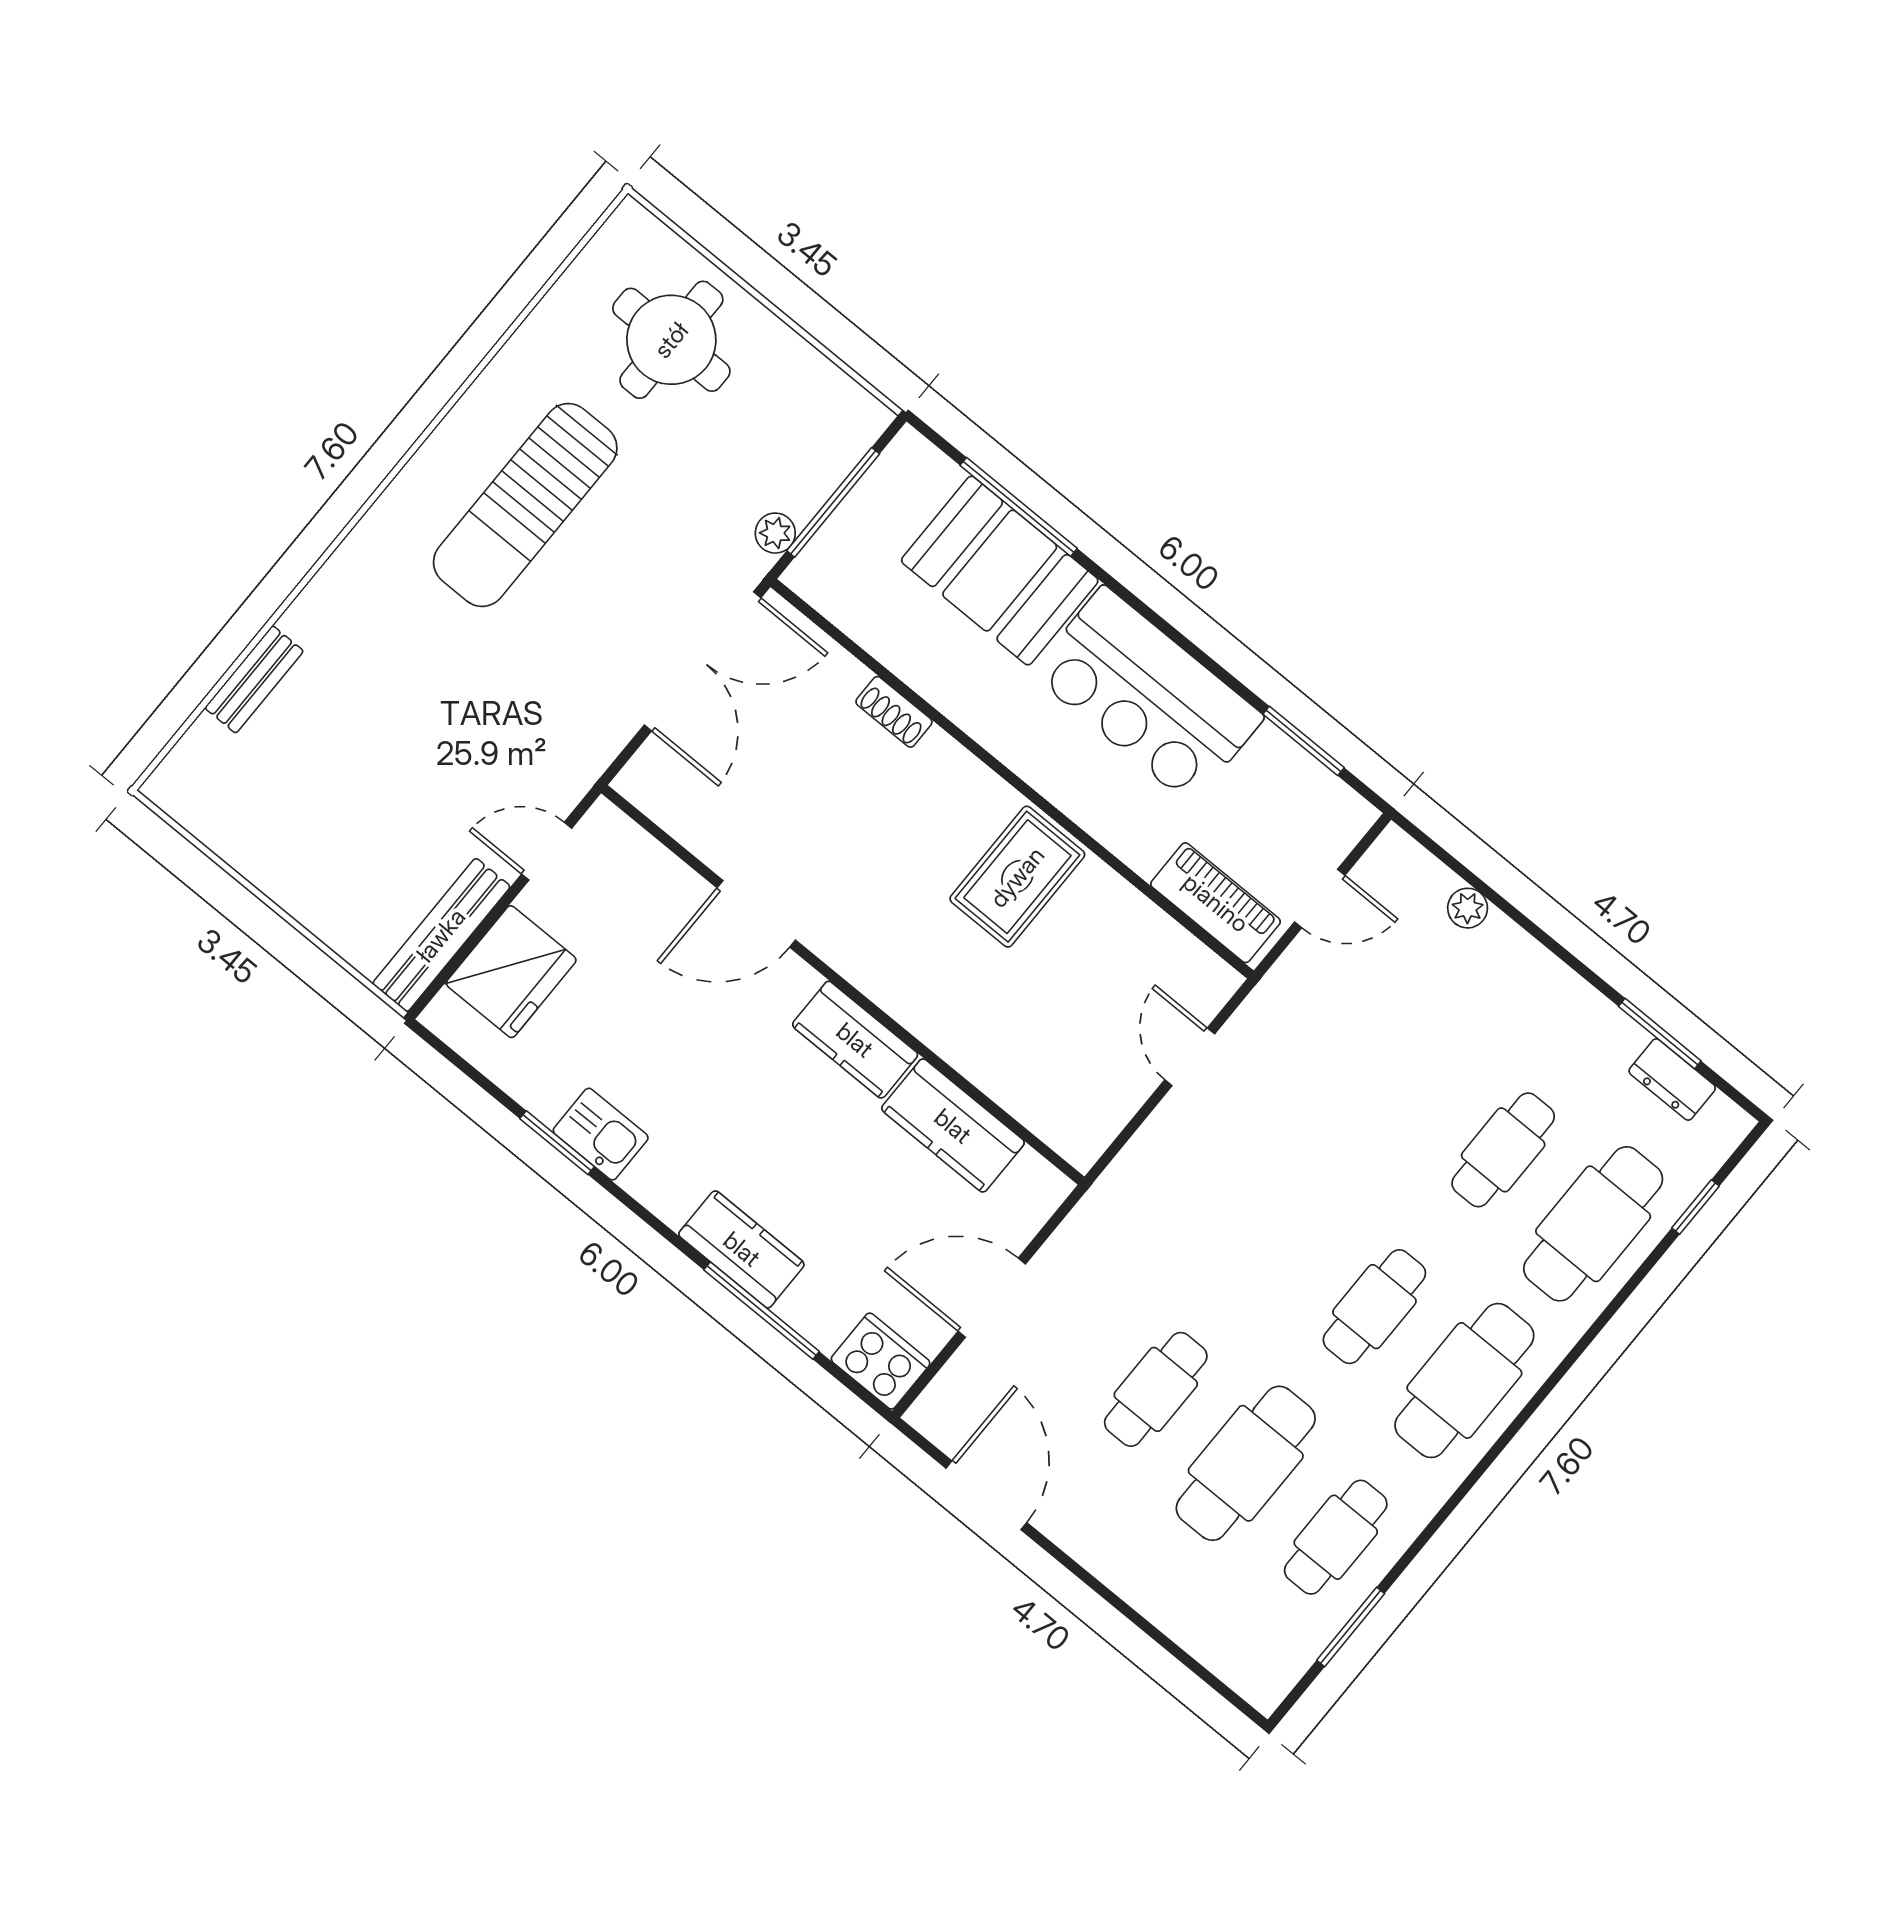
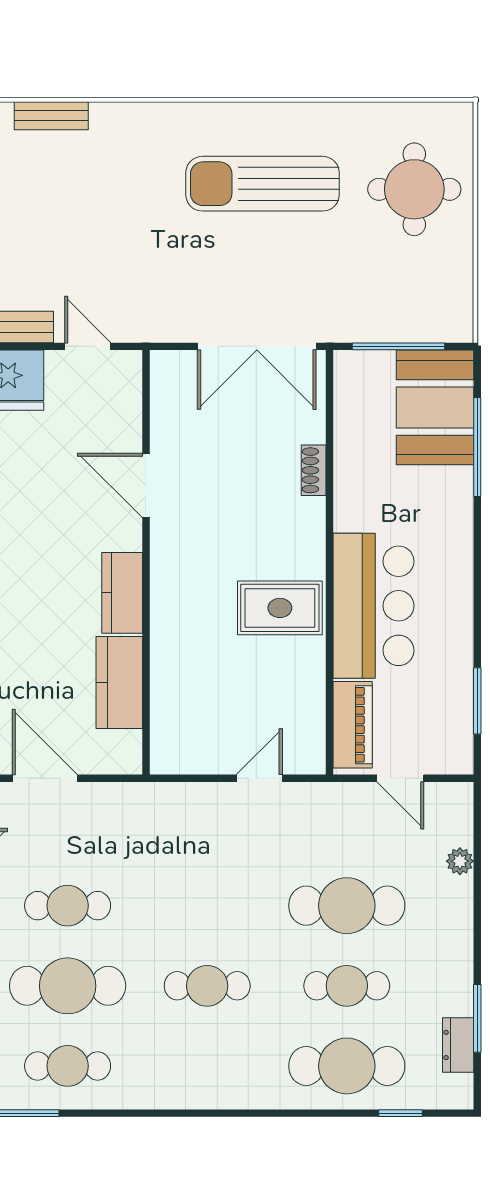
plant: (775, 533) -> (357, 329), removed
booth: (1000, 571) -> (435, 407), moved
bar counter: (1147, 695) -> (374, 606), moved, turned 180
cafe table: (1464, 1381) -> (347, 906), moved

